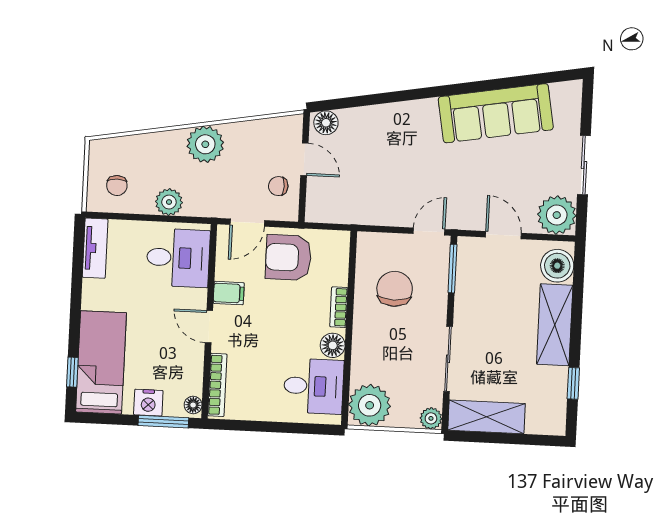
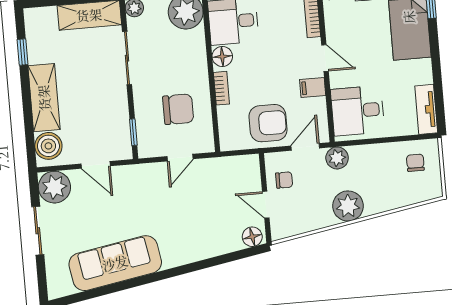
plant: (169, 202) -> (337, 158), moved
door: (429, 231) -> (180, 158), moved
window: (452, 269) -> (133, 132), width x0.67
chair: (395, 289) -> (178, 109), turned -90

